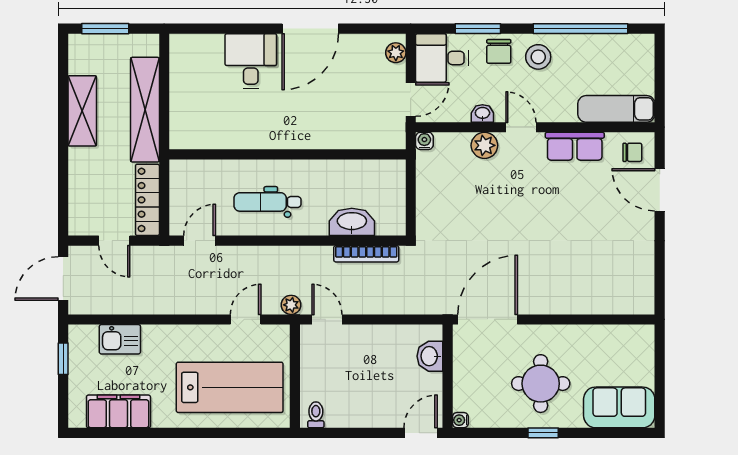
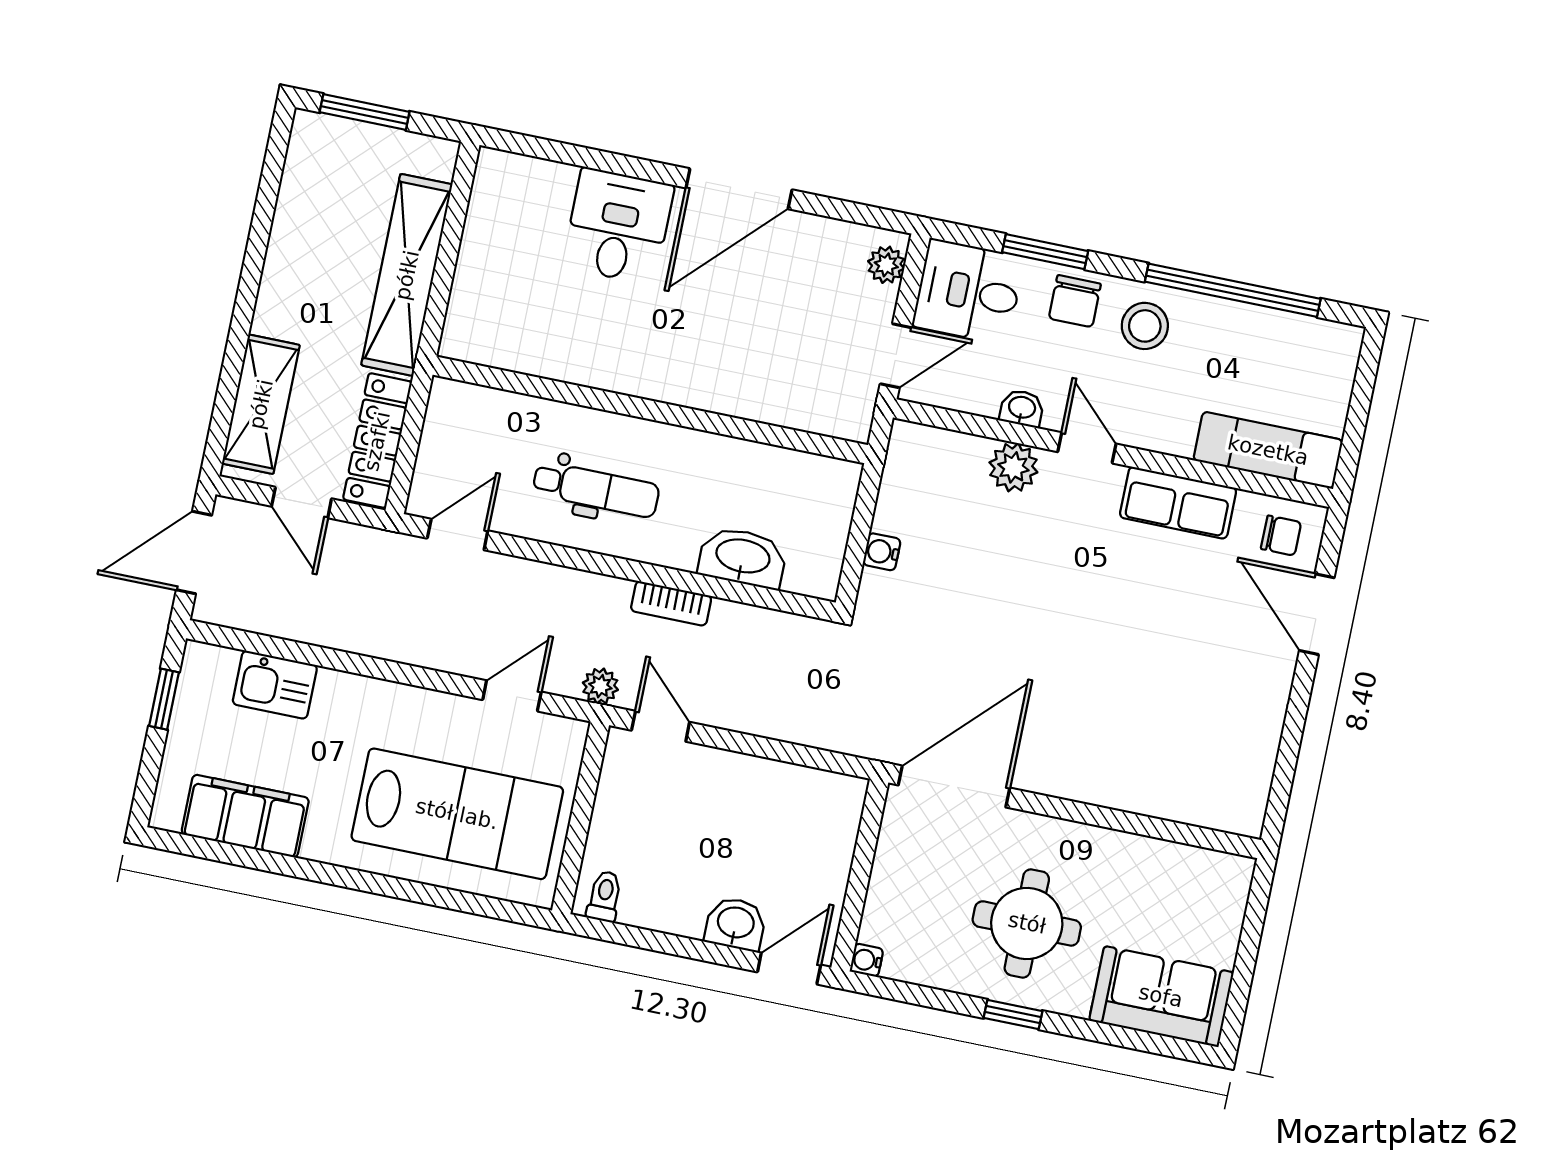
shelving: (82, 111) -> (261, 404), moved
water cooler: (424, 141) -> (882, 552), moved, turned -90
dental chair: (267, 202) -> (596, 489), turned 180
bookcase: (366, 254) -> (671, 603), moved, width x0.64
washbasin: (430, 356) -> (736, 924), moved, turned 90

